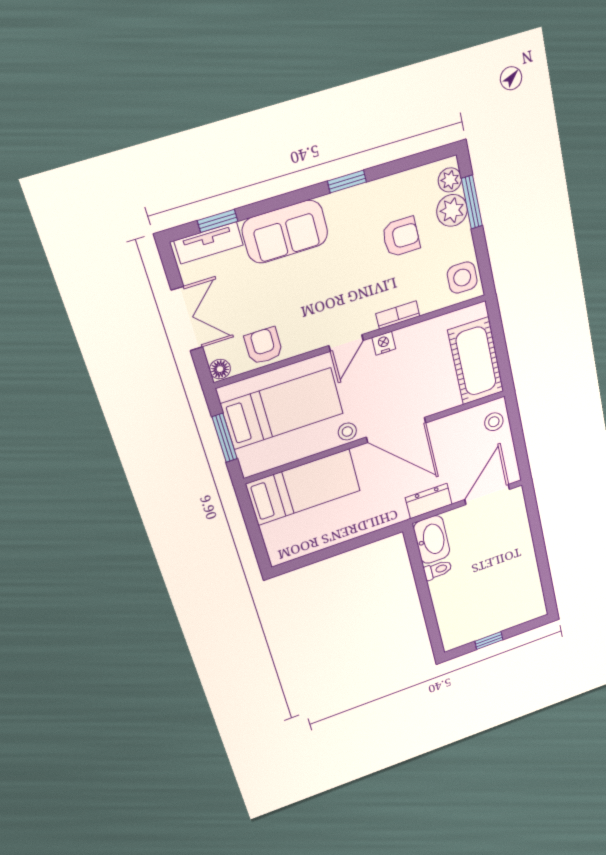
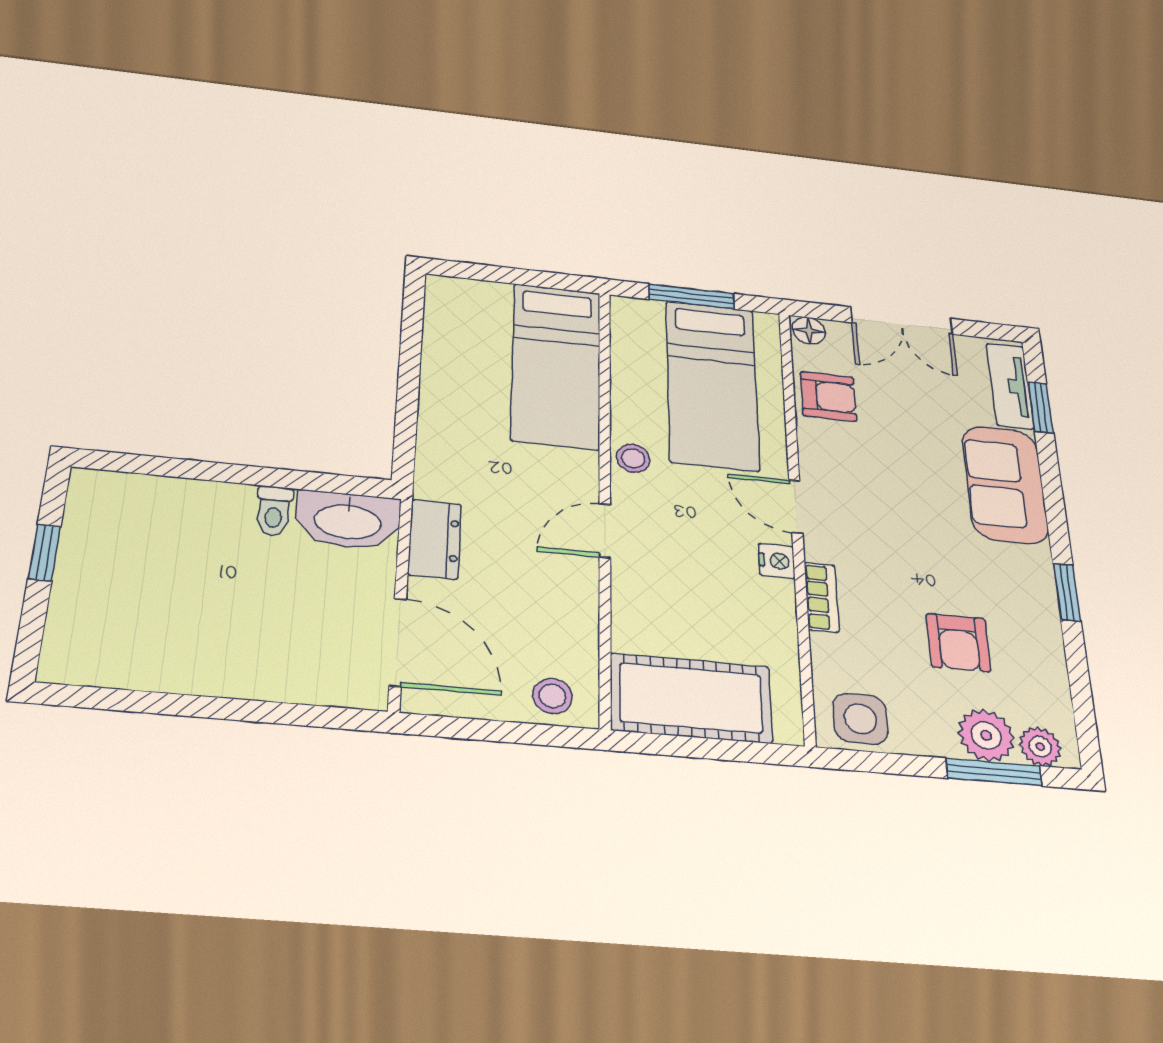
door: (396, 430) -> (605, 531), width x0.53

